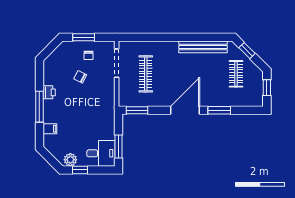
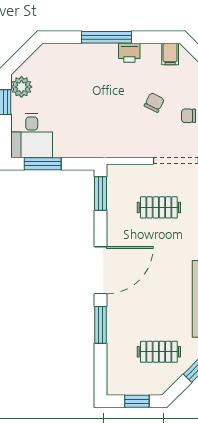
clothes rail: (146, 74) -> (159, 207), width x0.73
door: (185, 110) -> (100, 270), hinge flipped
filing cabinet: (50, 129) -> (170, 54), moved

